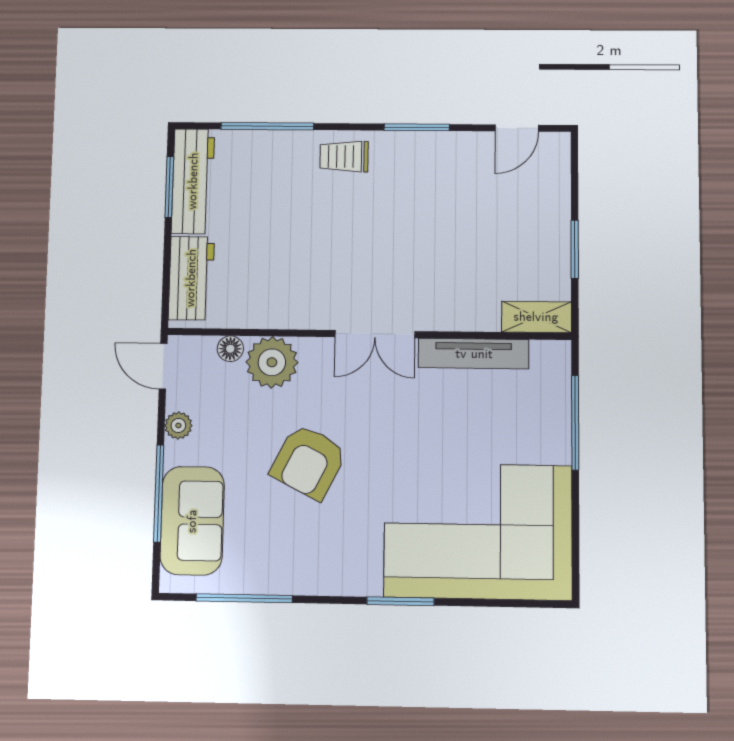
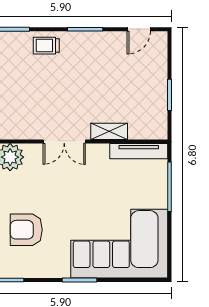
shelving: (536, 317) -> (109, 131), moved
tv unit: (474, 354) -> (139, 151), moved
armchair: (309, 462) -> (26, 230), moved, turned 63

